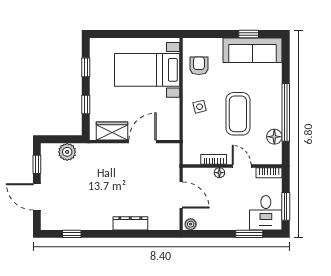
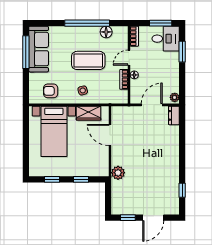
window: (249, 34) -> (26, 52), width x2.17
wardrobe: (112, 131) -> (88, 113), moved, turned -90
plant: (67, 152) -> (118, 173), moved
dresser: (130, 223) -> (174, 115), moved, width x0.70

